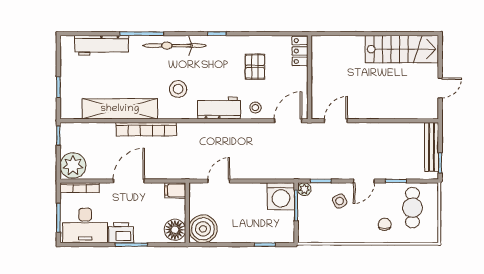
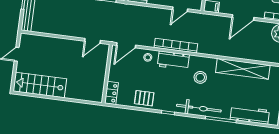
pallet: (255, 67) -> (144, 98), moved, turned 90
bookcase: (146, 129) -> (176, 46), moved

